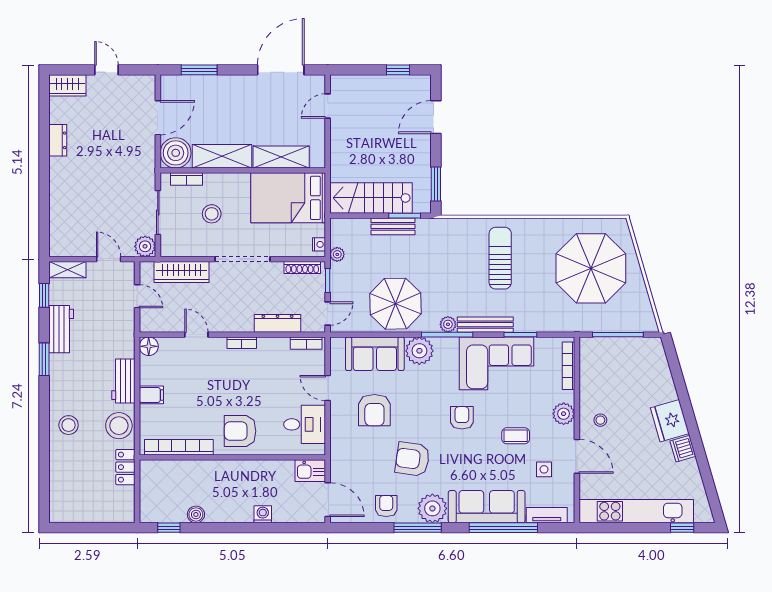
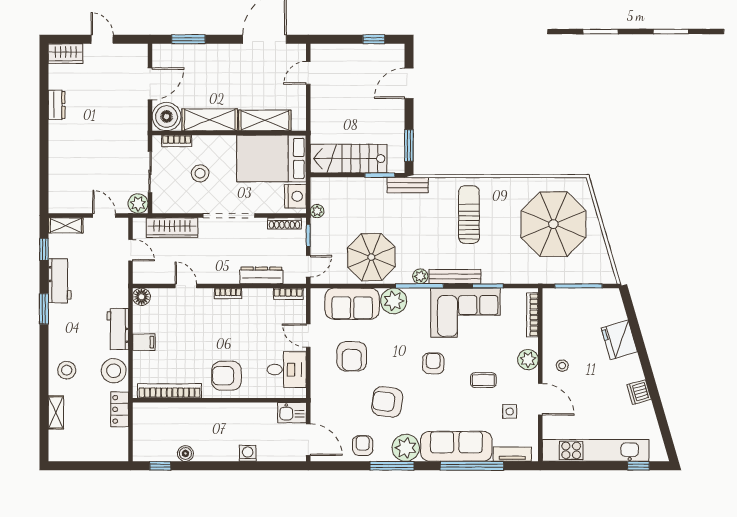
bench: (393, 226) -> (408, 185), moved
nightstand: (319, 244) -> (295, 196), width x1.89, depth x1.79
fridge: (670, 421) -> (619, 340), moved
shelving: (57, 470) -> (56, 412), added

